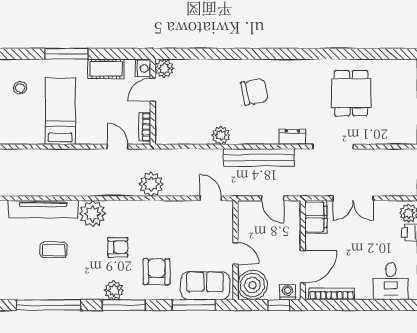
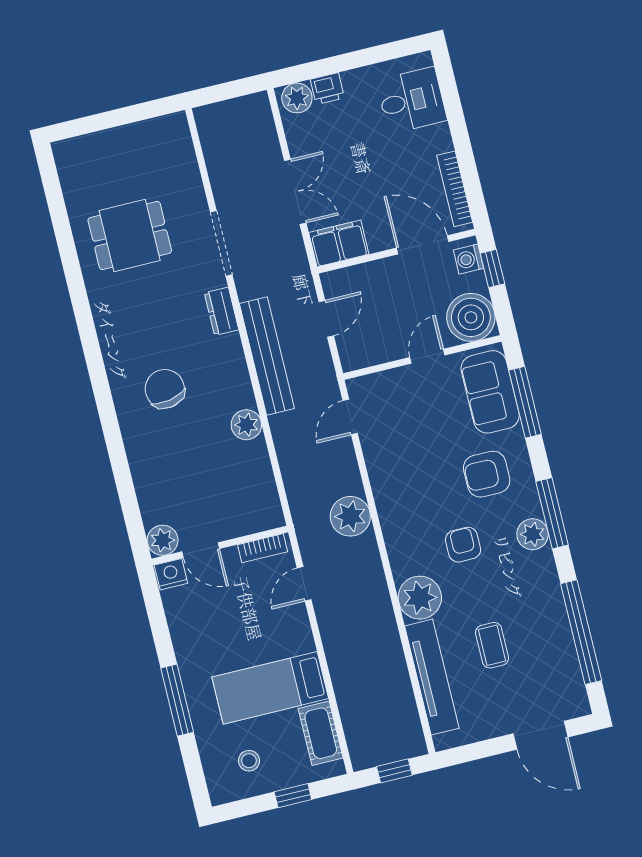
cot: (106, 69) -> (321, 733), moved

